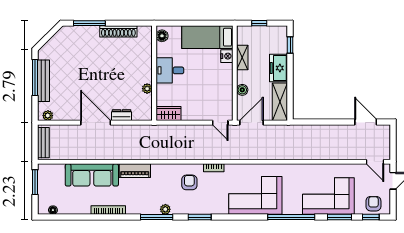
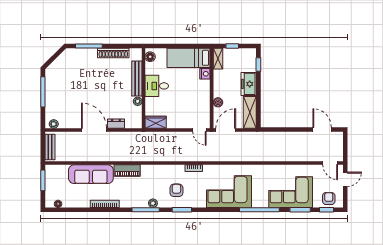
shelving: (242, 58) -> (218, 59), moved
bench: (43, 81) -> (137, 79), moved
armchair: (189, 182) -> (176, 190), moved

